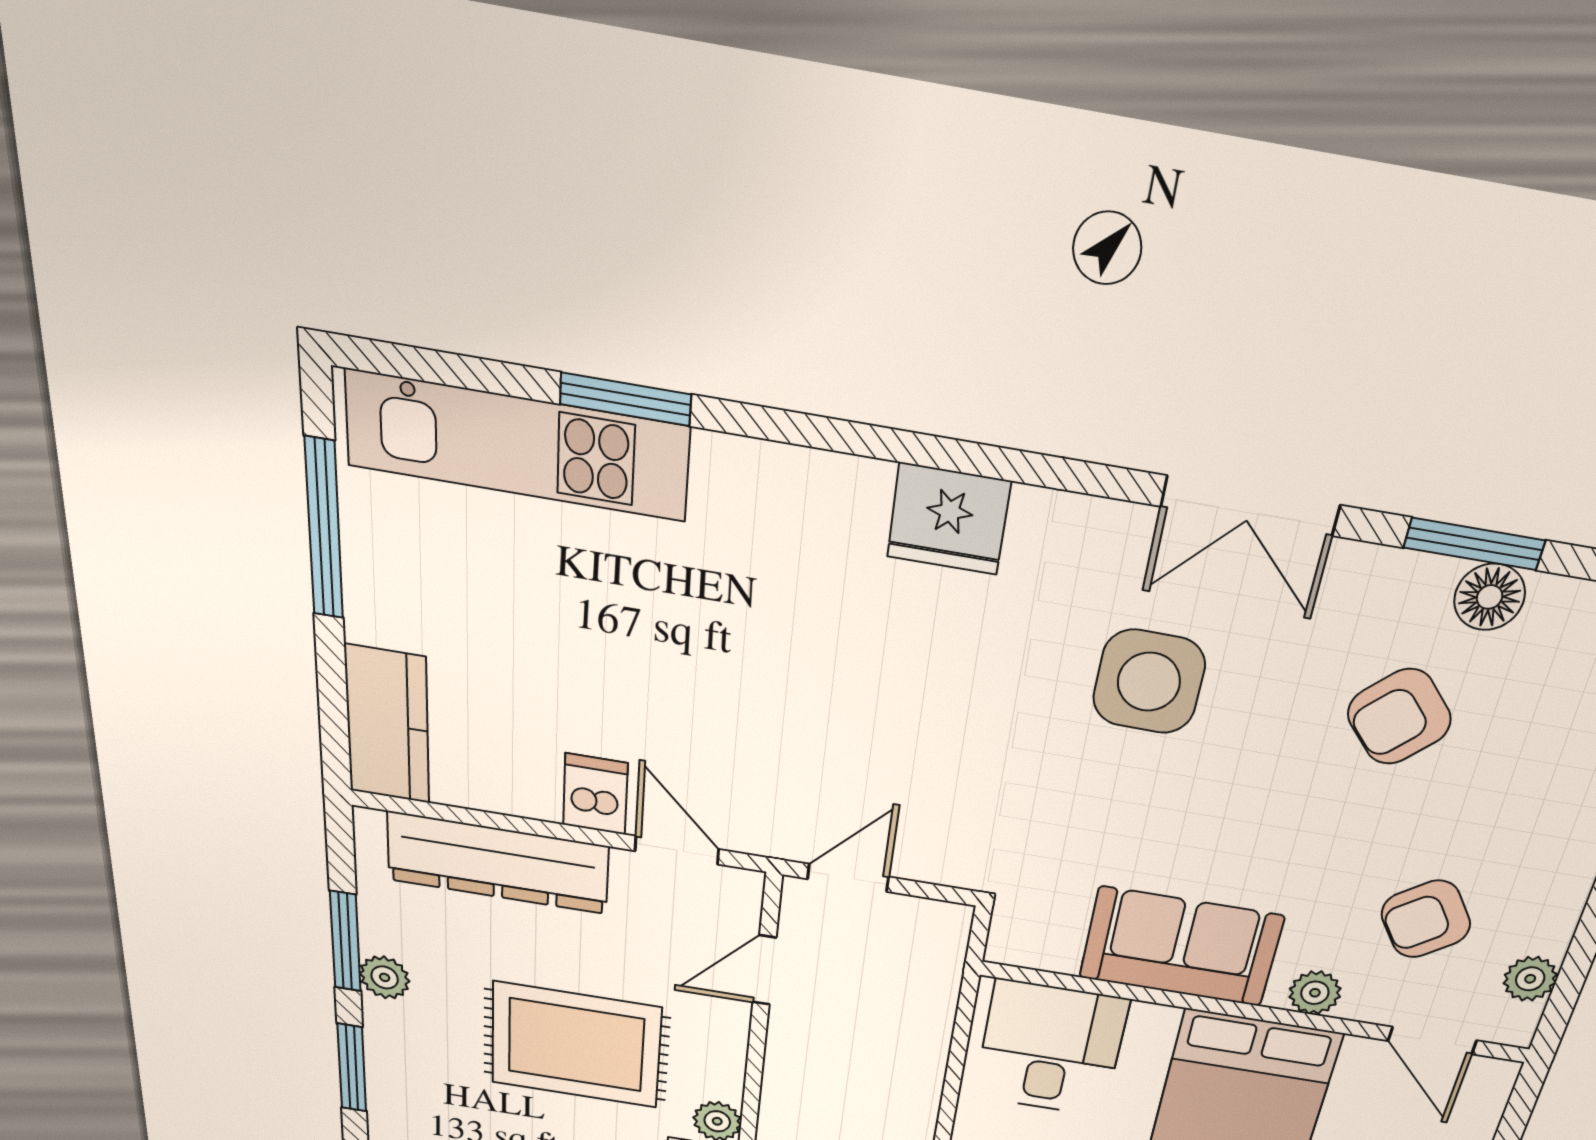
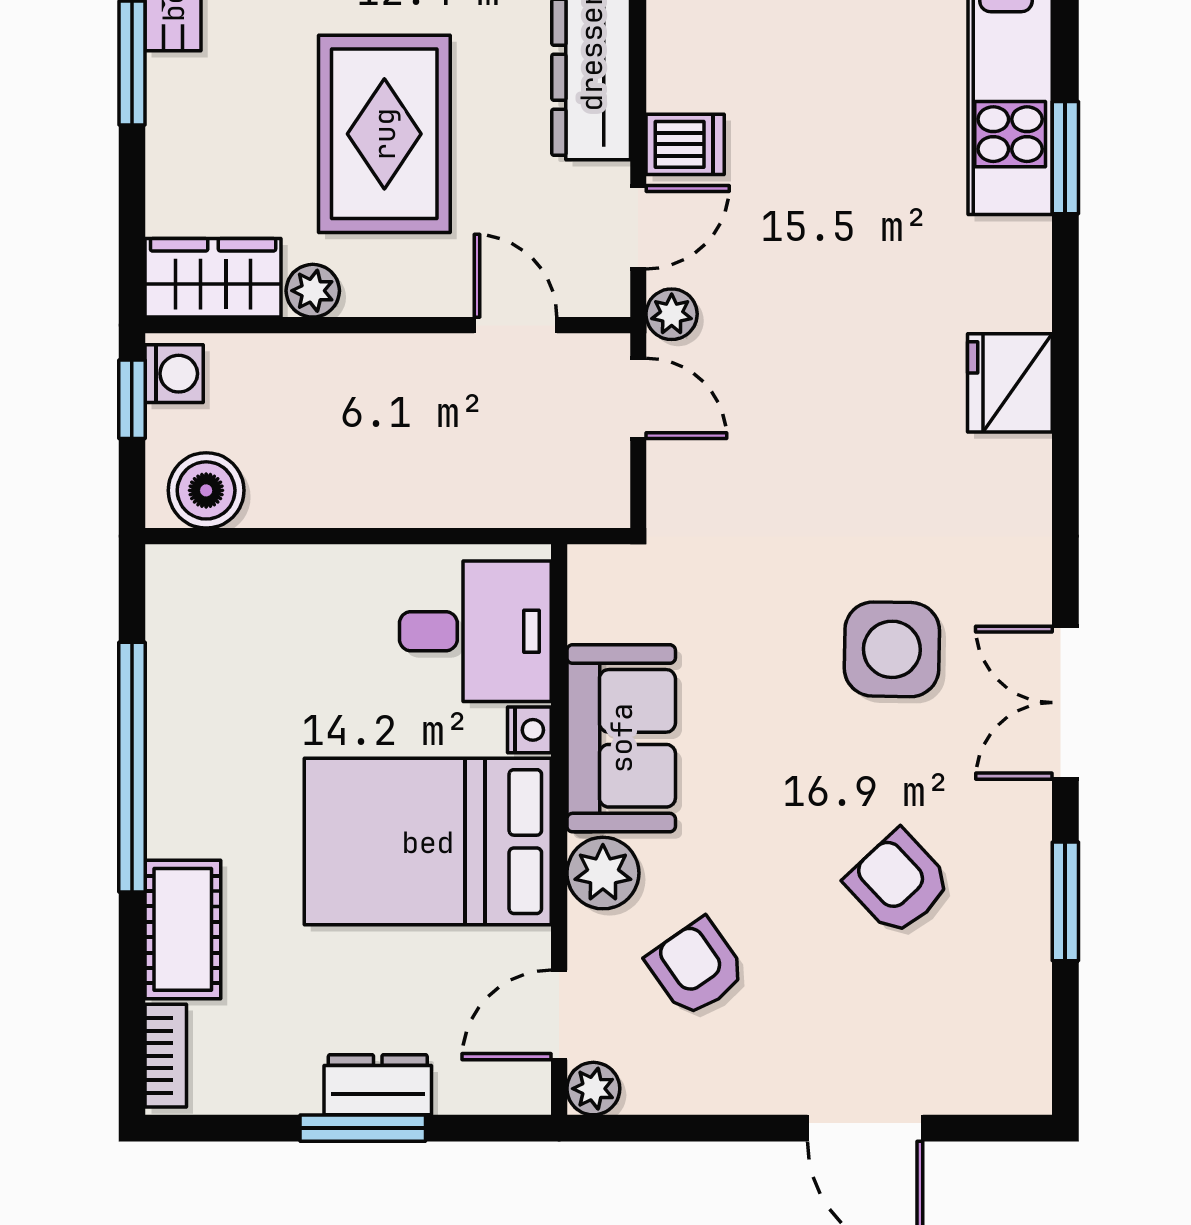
fridge: (949, 519) -> (1010, 383), moved
floor lamp: (1490, 597) -> (1022, 929), removed
plant: (767, 835) -> (672, 314), added
plant: (1530, 979) -> (593, 1089), moved
plant: (1315, 993) -> (603, 873), width x1.38, depth x1.38
nightstand: (1154, 1021) -> (529, 730), added

